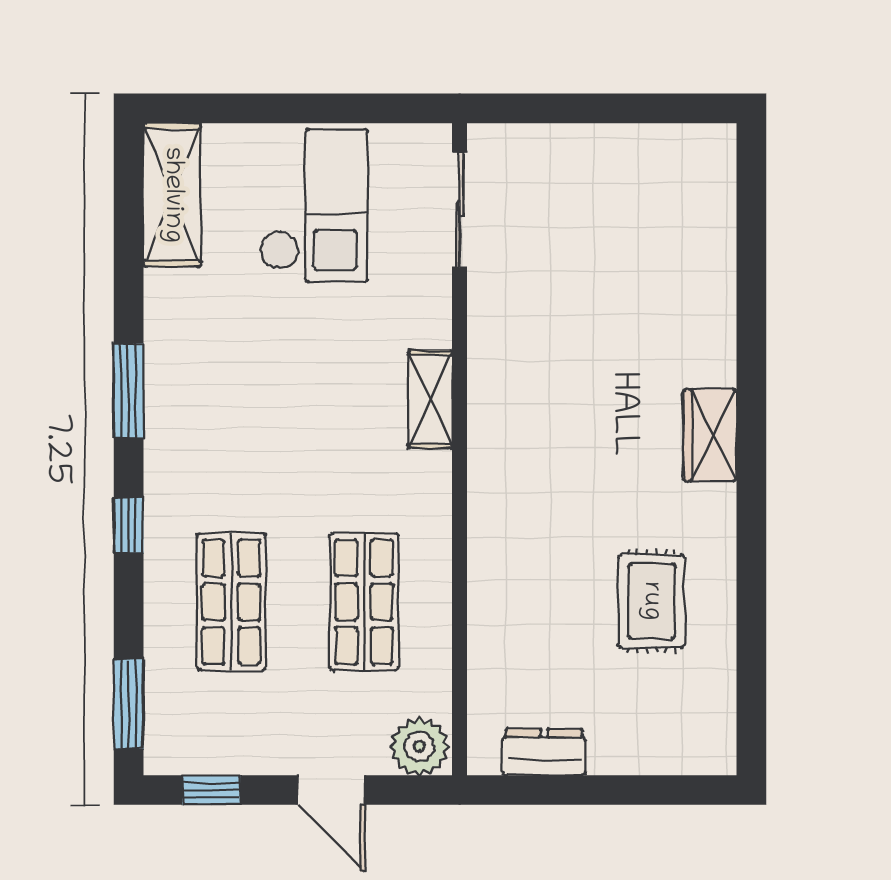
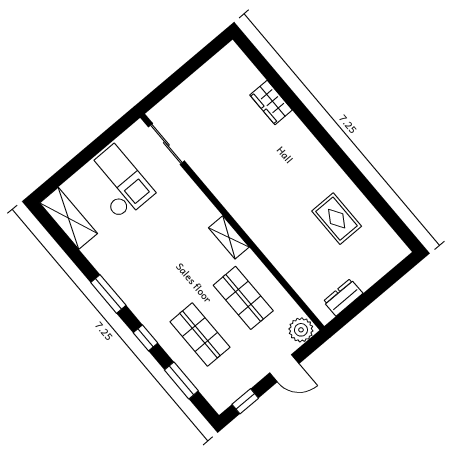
shelving: (430, 399) -> (229, 237), moved
wardrobe: (710, 435) -> (271, 102), moved
window: (129, 704) -> (181, 380), moved

